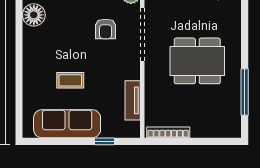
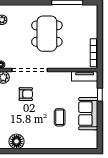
tv unit: (133, 100) -> (85, 76), moved
sofa: (67, 124) -> (88, 114), width x0.73

